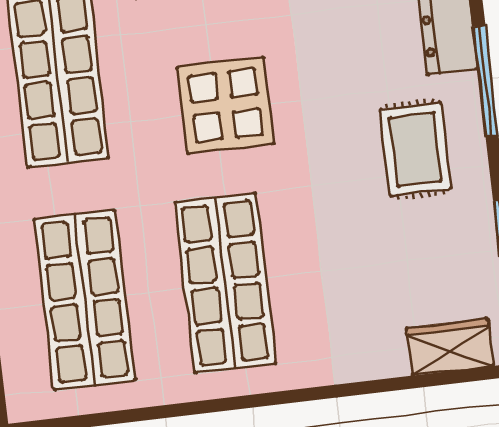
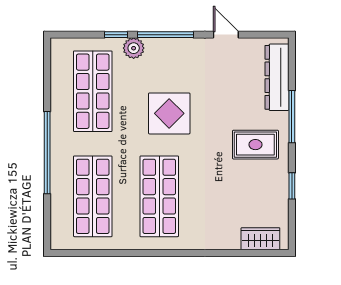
rug: (416, 149) -> (255, 145), turned 90

